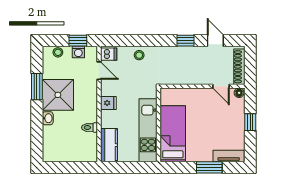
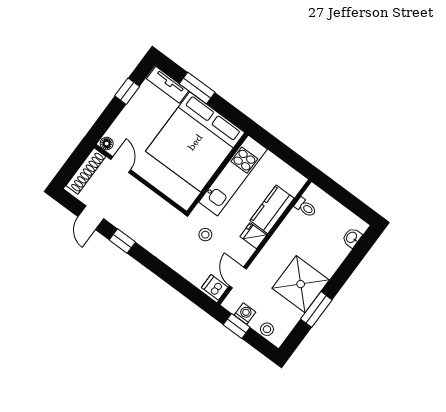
stool: (139, 55) -> (205, 235), moved
washbasin: (48, 118) -> (352, 238), moved
window: (250, 122) -> (127, 91), moved
toilet: (89, 128) -> (305, 207), moved
bed: (173, 134) -> (195, 142), width x2.04
kitchen counter: (109, 145) -> (272, 209), moved

